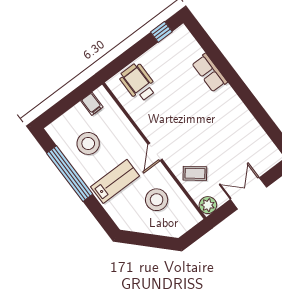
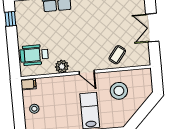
filing cabinet: (92, 104) -> (28, 84), moved
stool: (88, 143) -> (34, 109), moved, width x0.53, depth x0.53
plant: (208, 205) -> (62, 67), moved

